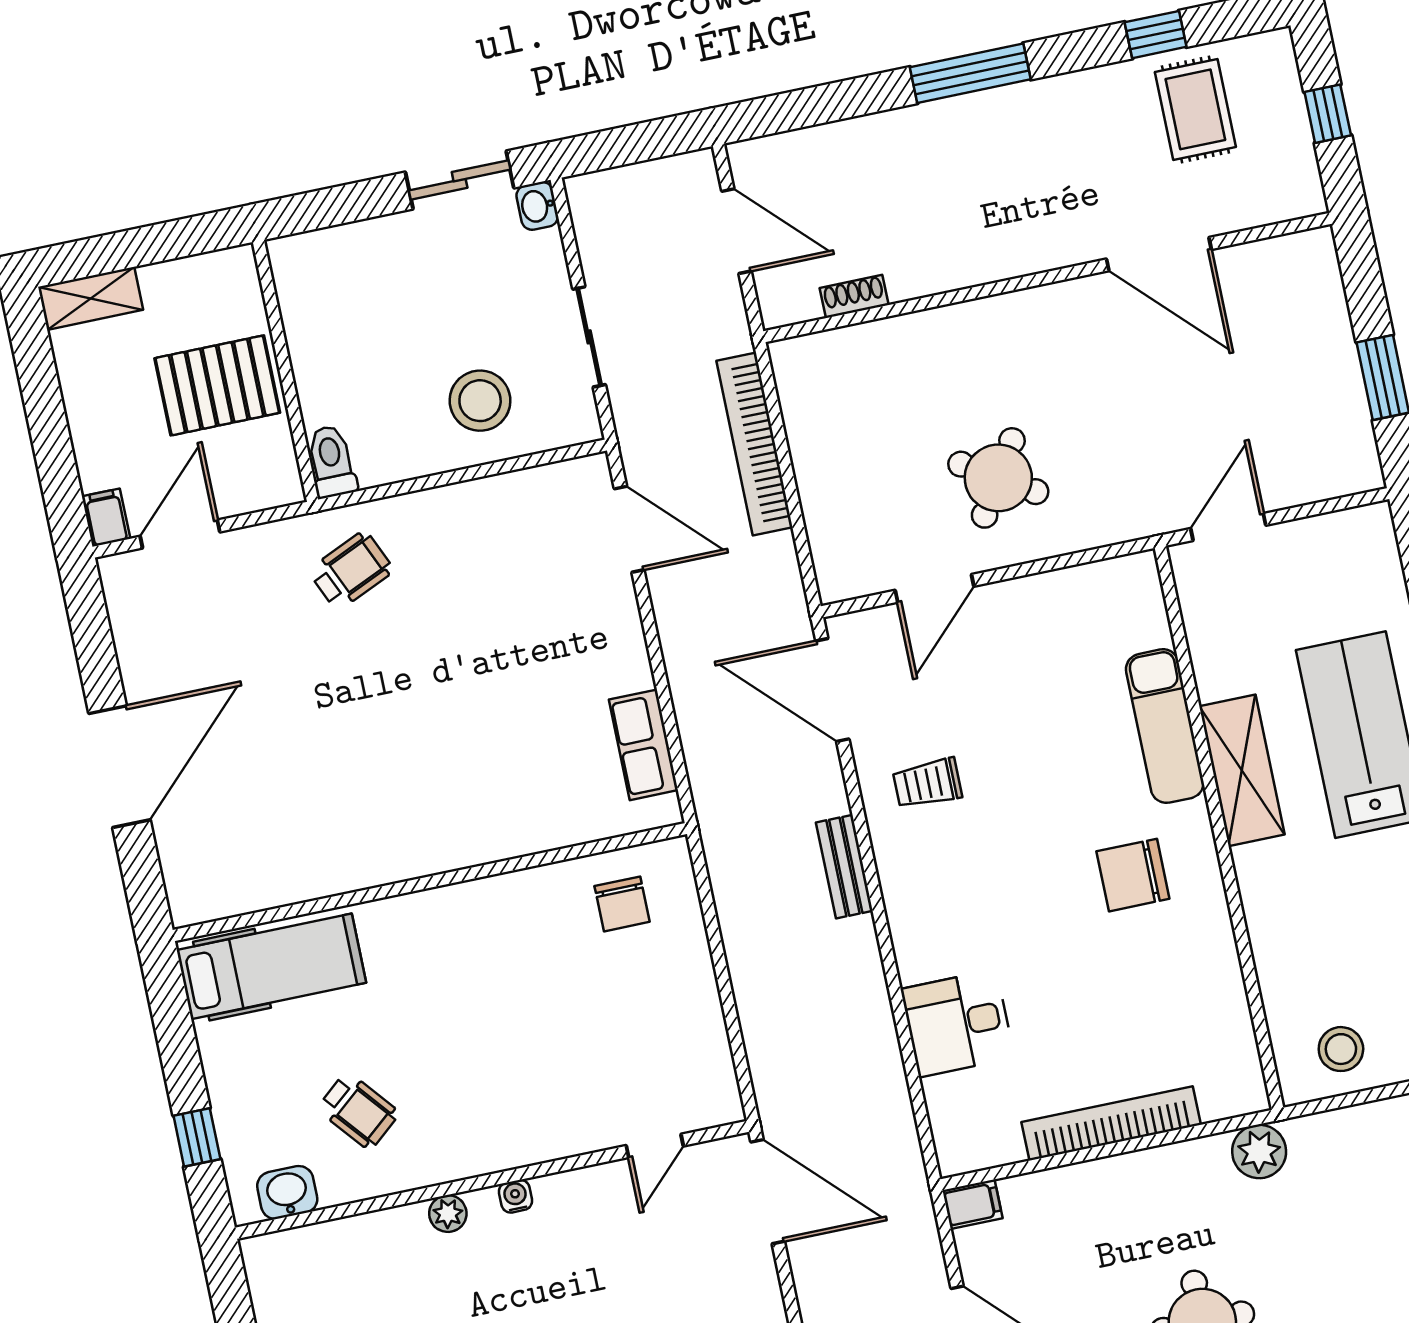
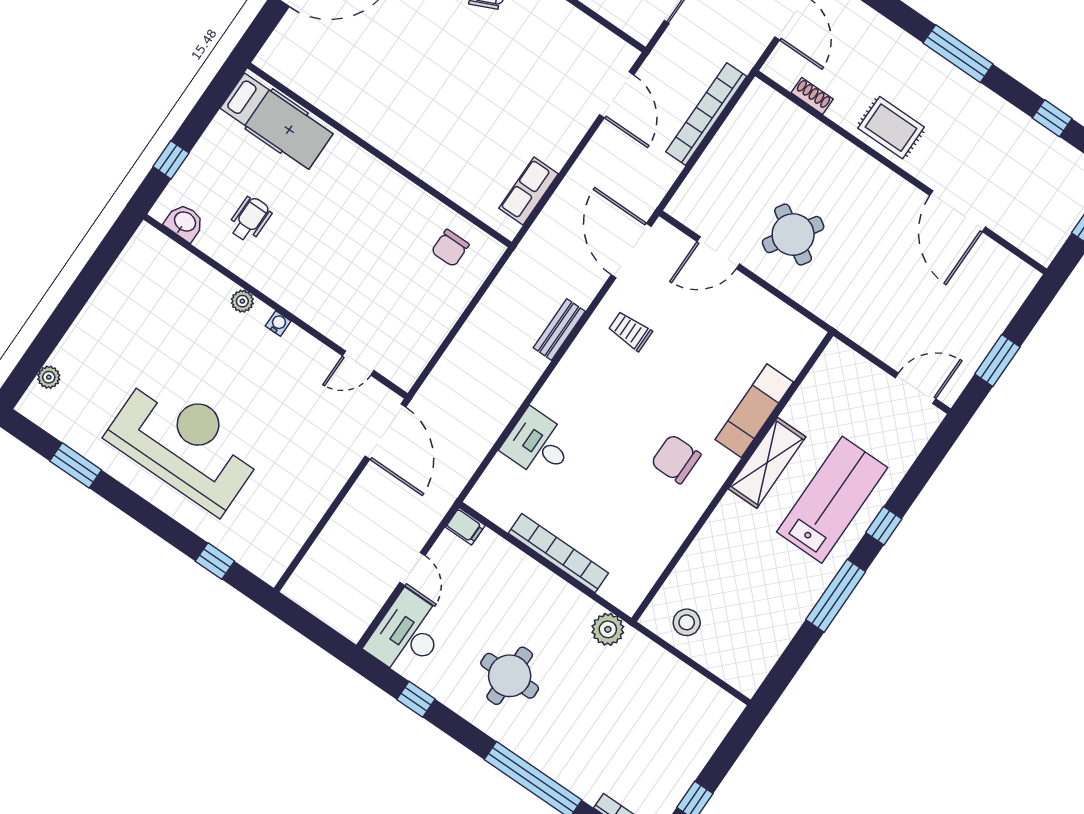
rug: (1195, 109) -> (891, 128), moved, turned 90
door: (1228, 527) -> (916, 388), moved
wheelchair: (358, 1111) -> (250, 219), turned -140

